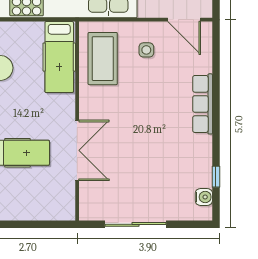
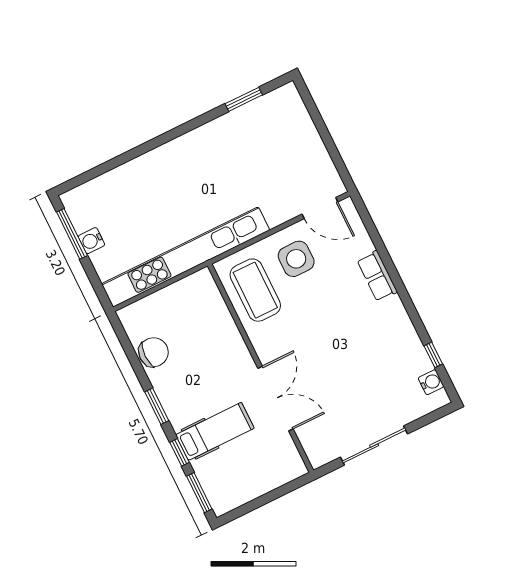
side table: (146, 50) -> (296, 259), width x1.87, depth x1.87
hospital bed: (59, 57) -> (209, 311), removed
row of seats: (203, 104) -> (377, 276), width x0.68

